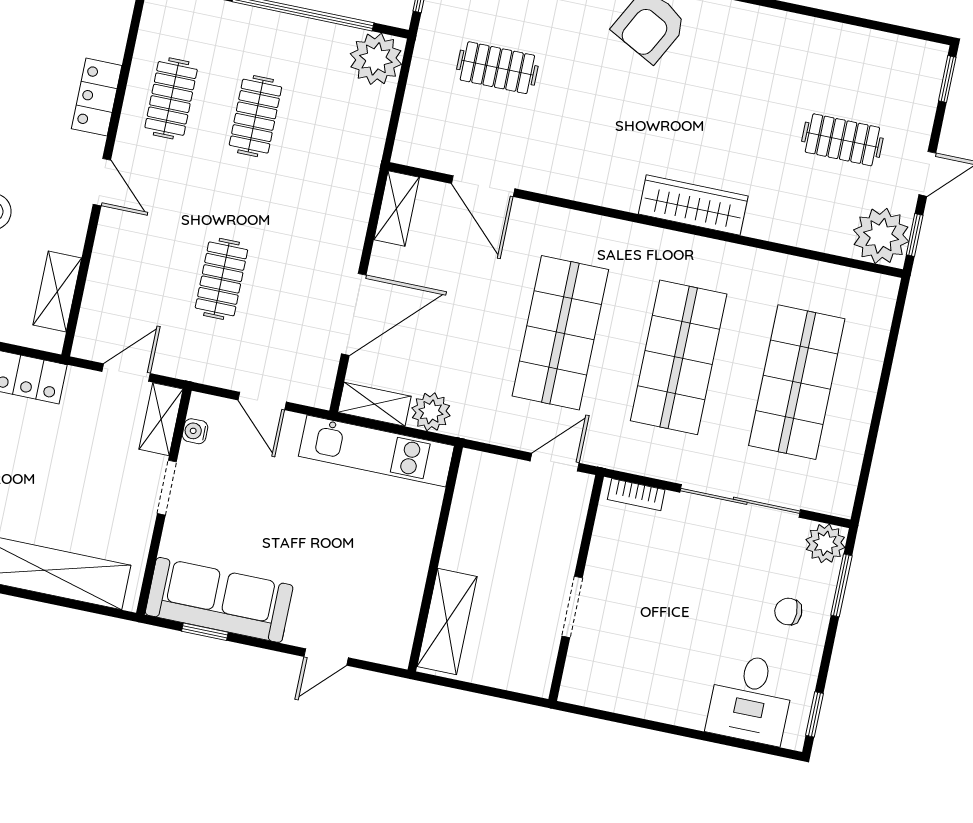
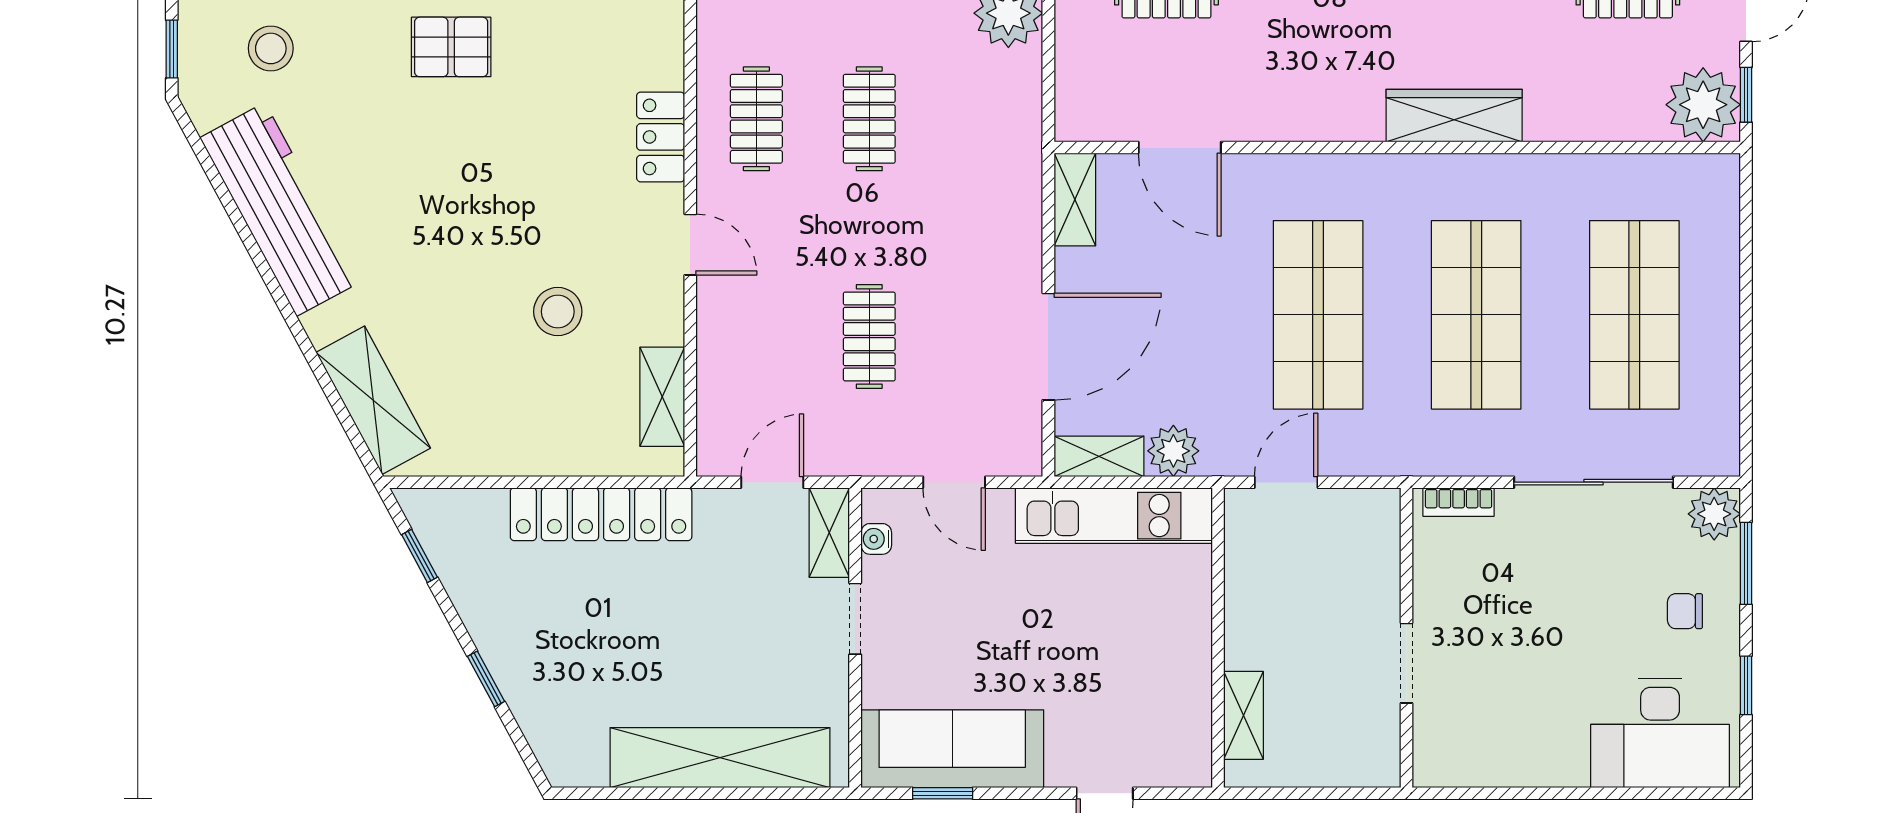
door: (555, 462) -> (1286, 482), moved
shelving: (447, 622) -> (1243, 715), width x0.67, depth x0.75
desk: (751, 699) -> (1660, 733), width x1.37
window: (814, 714) -> (1746, 685), moved

